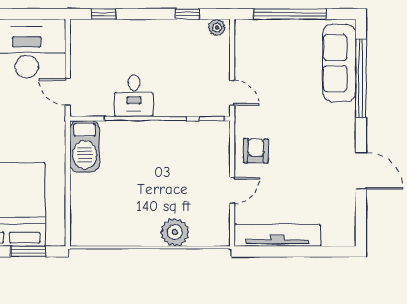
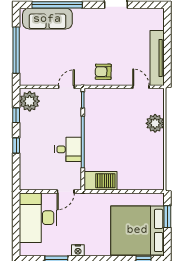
window: (104, 14) -> (16, 145), moved
plant: (217, 28) -> (30, 101), width x1.87, depth x1.87
door: (232, 190) -> (141, 87), moved

